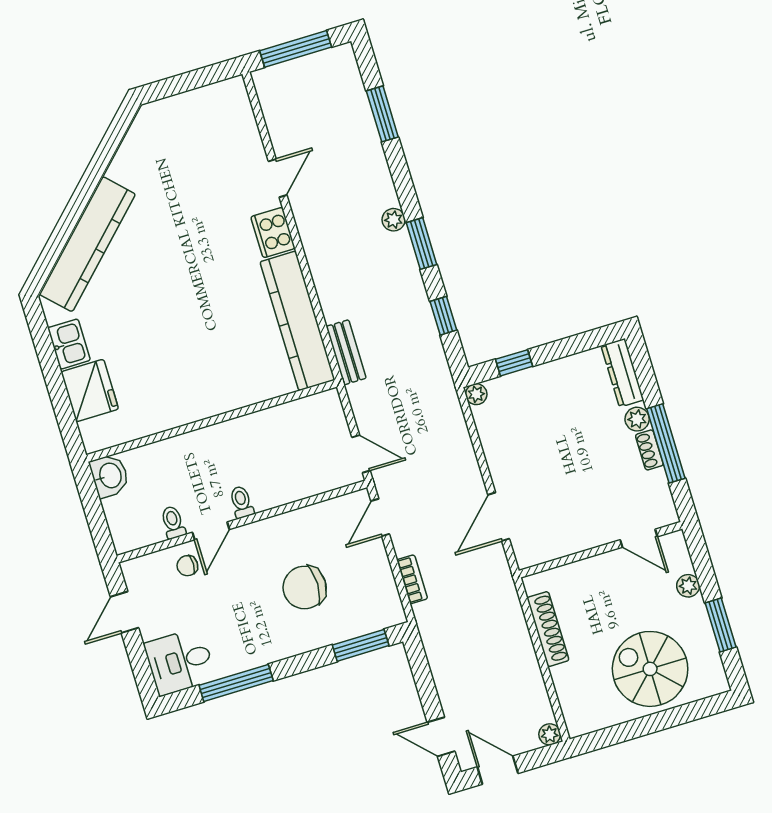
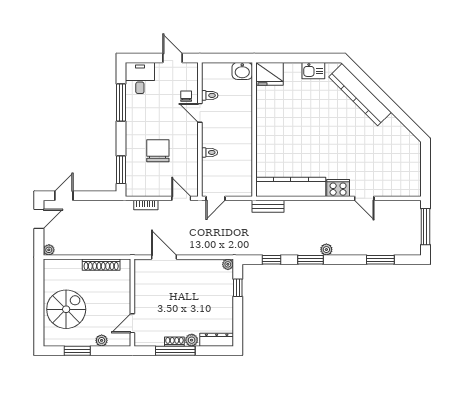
fridge: (90, 391) -> (269, 74), moved
toilet: (242, 502) -> (210, 152), moved

